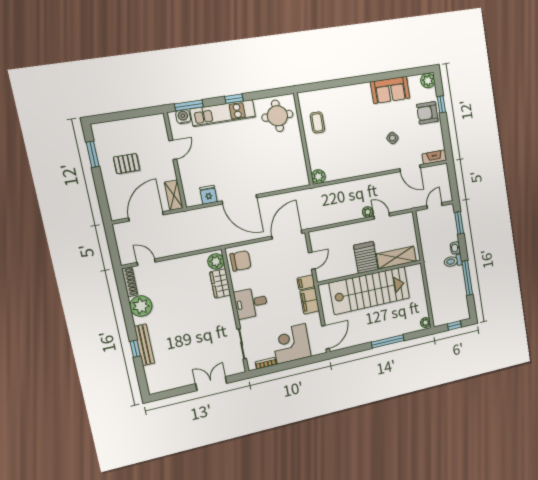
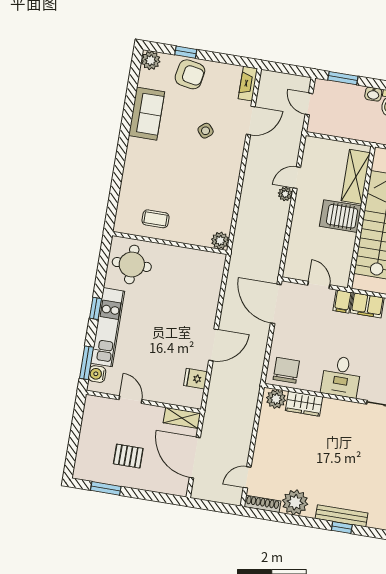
armchair: (427, 113) -> (190, 74), turned -80
pallet: (127, 164) -> (128, 456), turned 90
door: (239, 199) -> (214, 345), width x0.73

